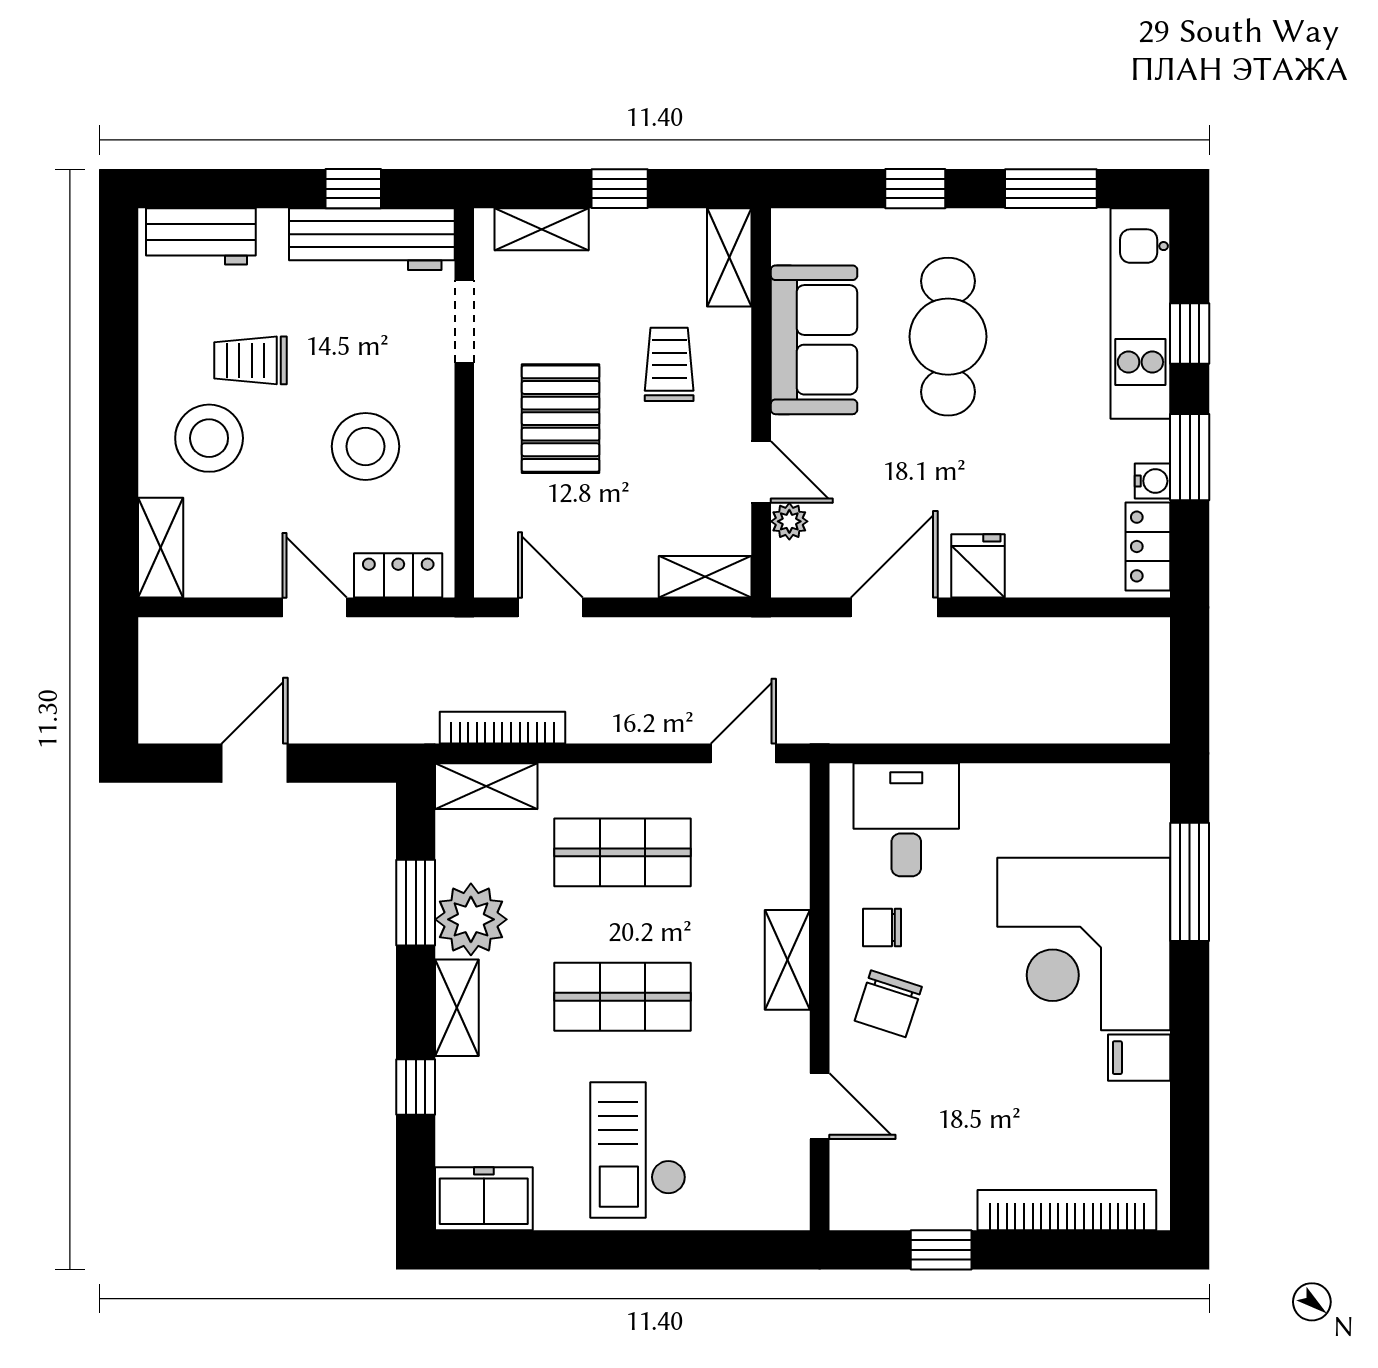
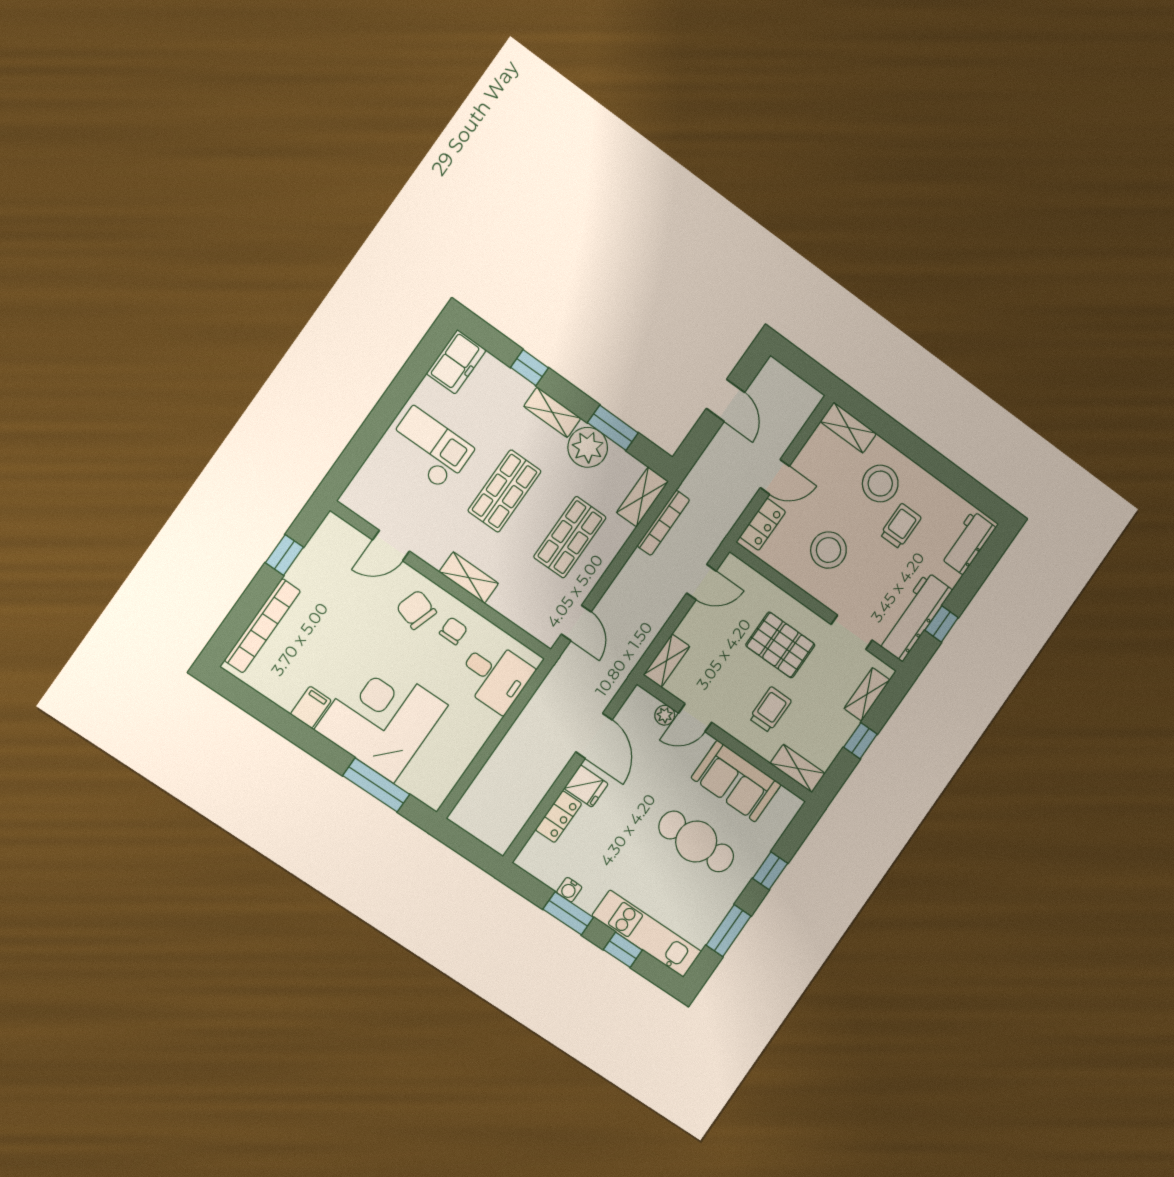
trolley: (669, 364) -> (770, 710), turned -90
locker: (1148, 546) -> (559, 817), moved, turned 90

